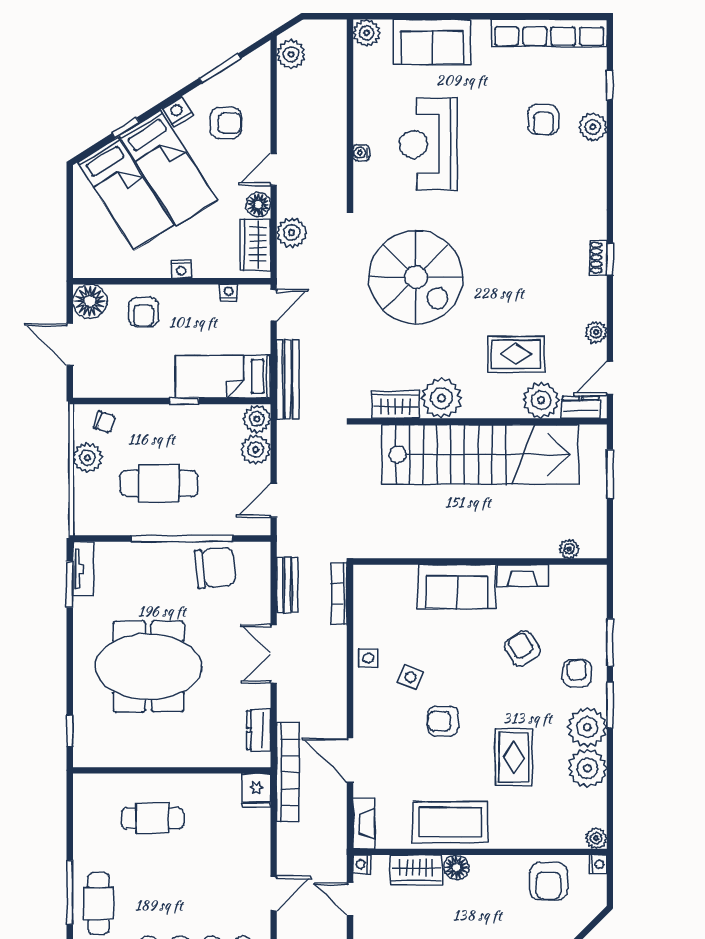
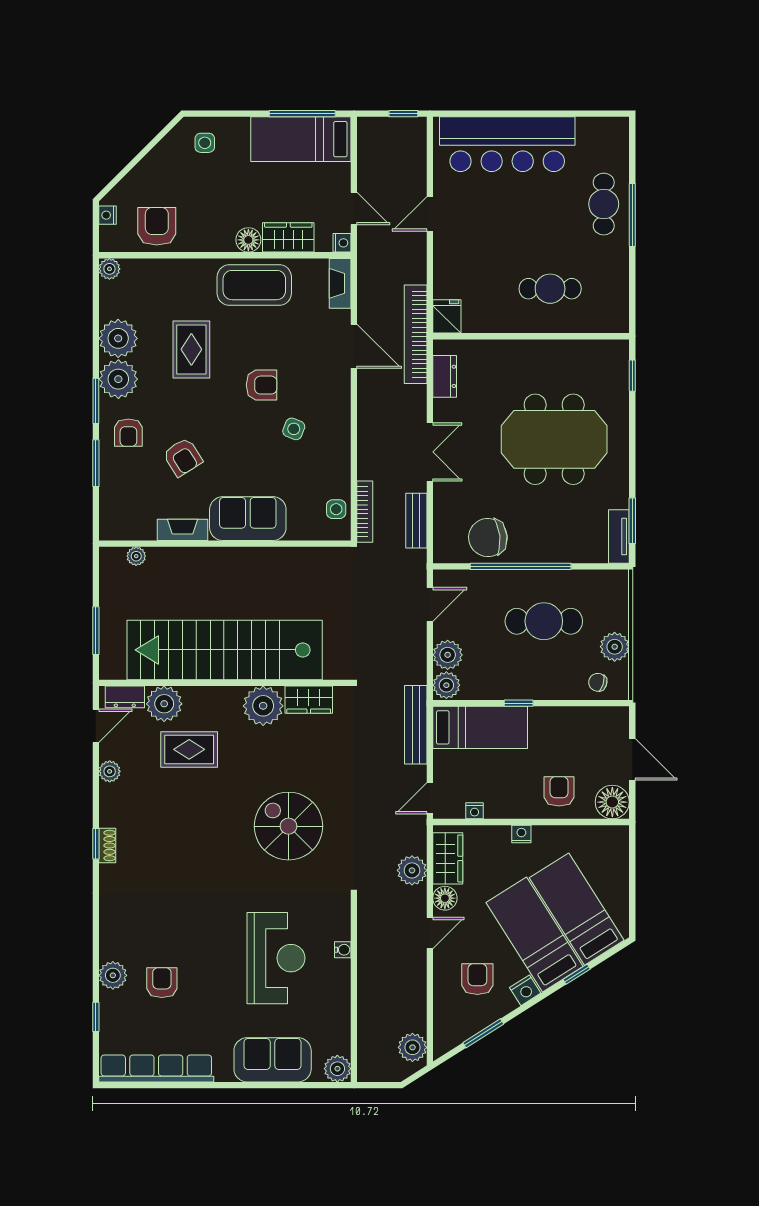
armchair: (226, 123) -> (477, 979), turned 90
spiral stairs: (416, 277) -> (289, 826), width x0.73, depth x0.73
side table: (368, 658) -> (336, 509), moved
nightstand: (598, 864) -> (108, 215), moved

